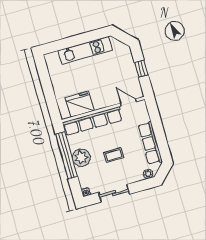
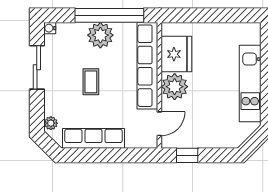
window: (141, 69) -> (187, 155), moved
plant: (101, 99) -> (175, 87), added

